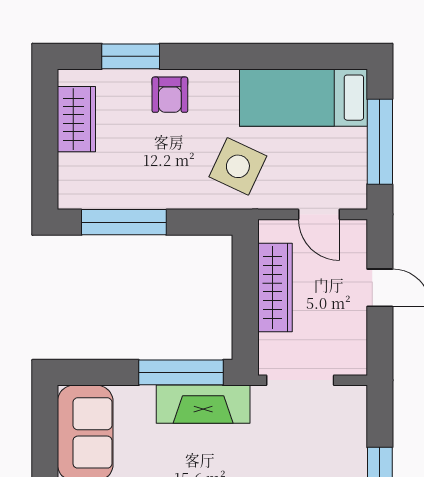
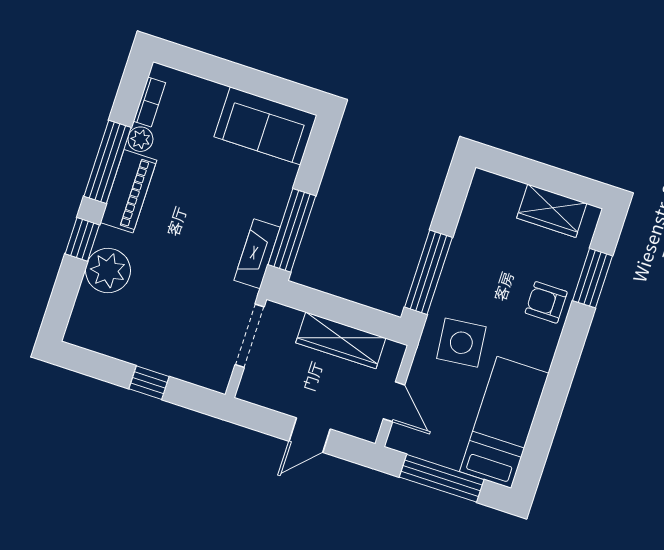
side table: (238, 166) -> (461, 343), turned -31
door: (319, 214) -> (394, 402), swing flipped
window: (124, 222) -> (428, 272), moved
fireplace: (203, 404) -> (257, 254), width x0.73, depth x0.76

